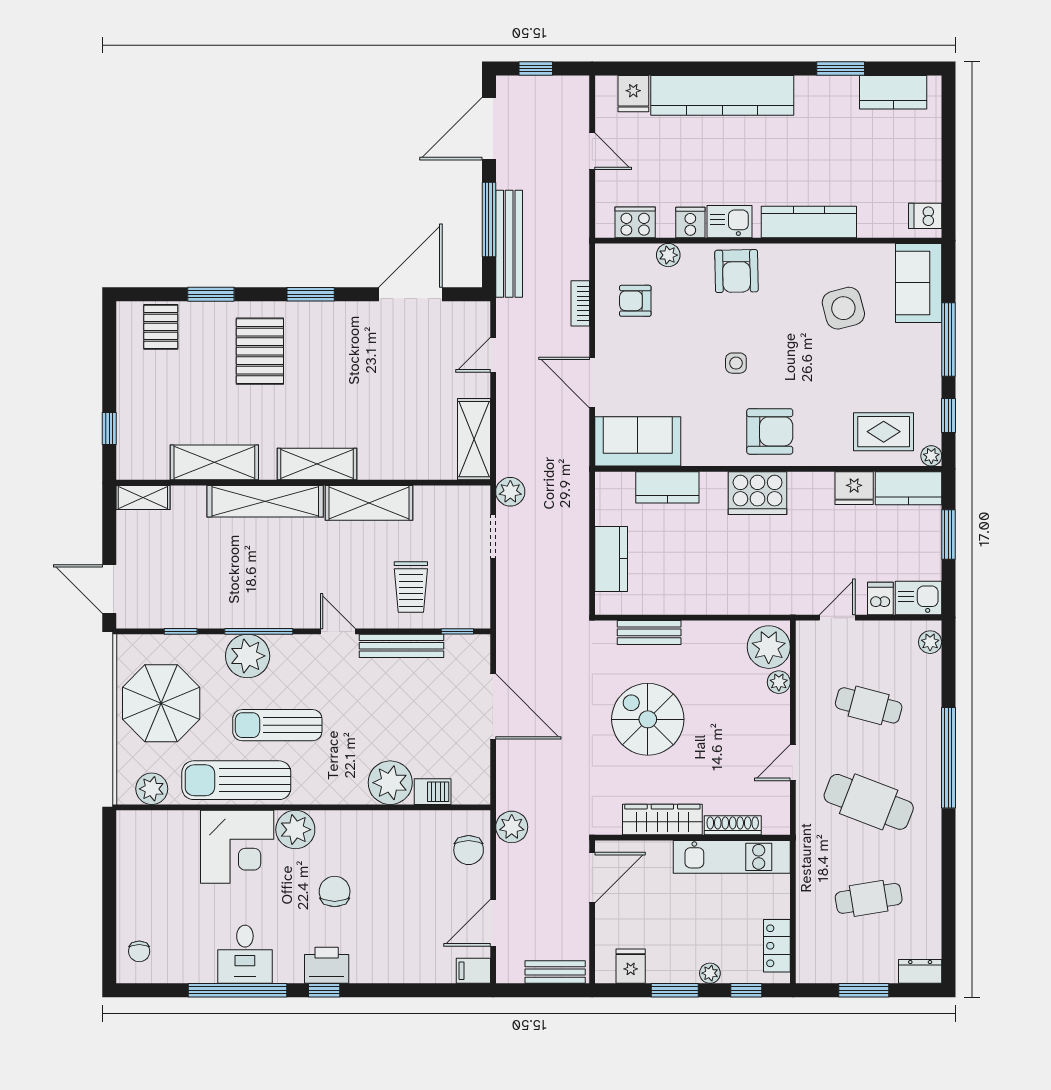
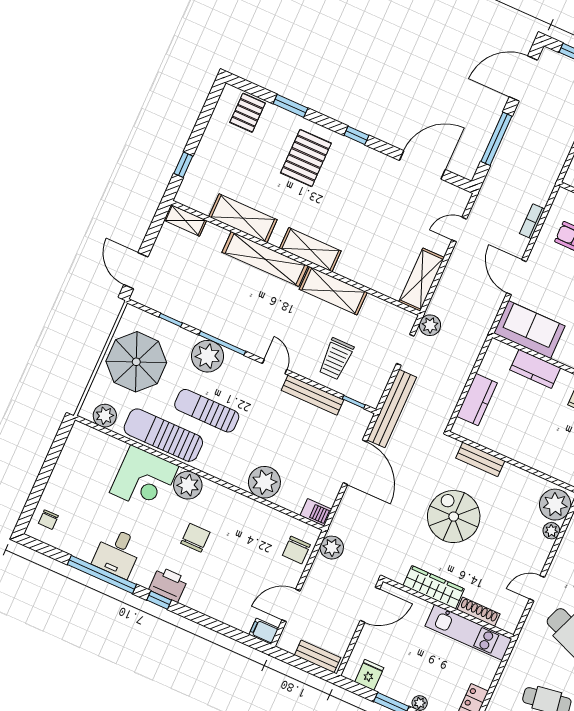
bench: (509, 244) -> (392, 409), moved
window: (311, 294) -> (356, 135), width x0.67
barbecue: (433, 792) -> (316, 512), moved

